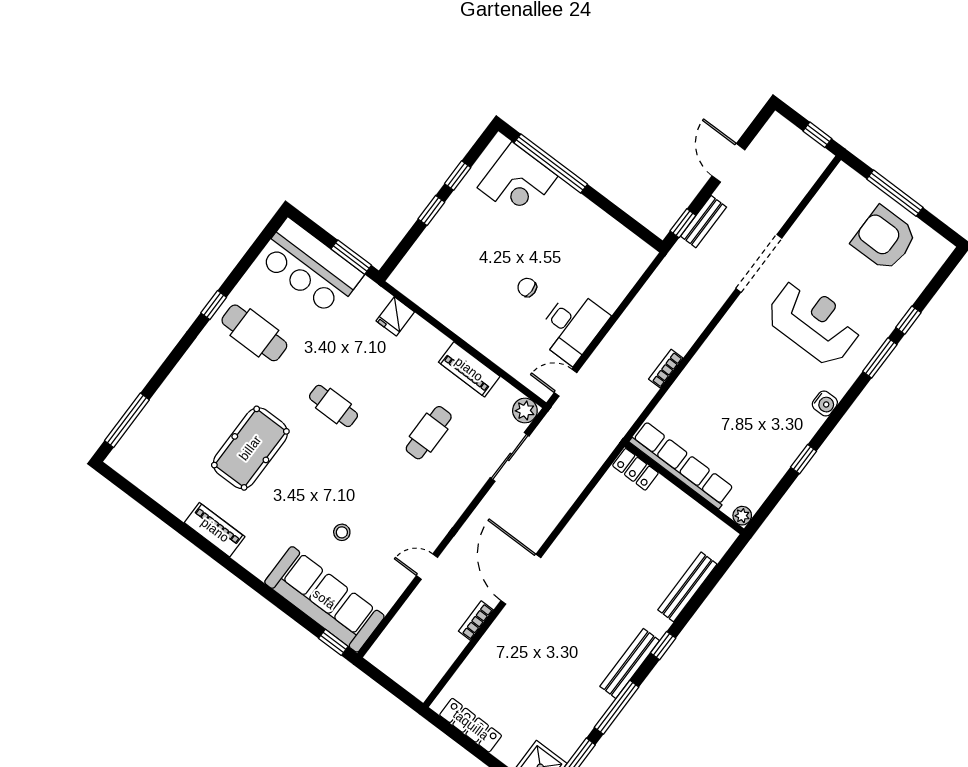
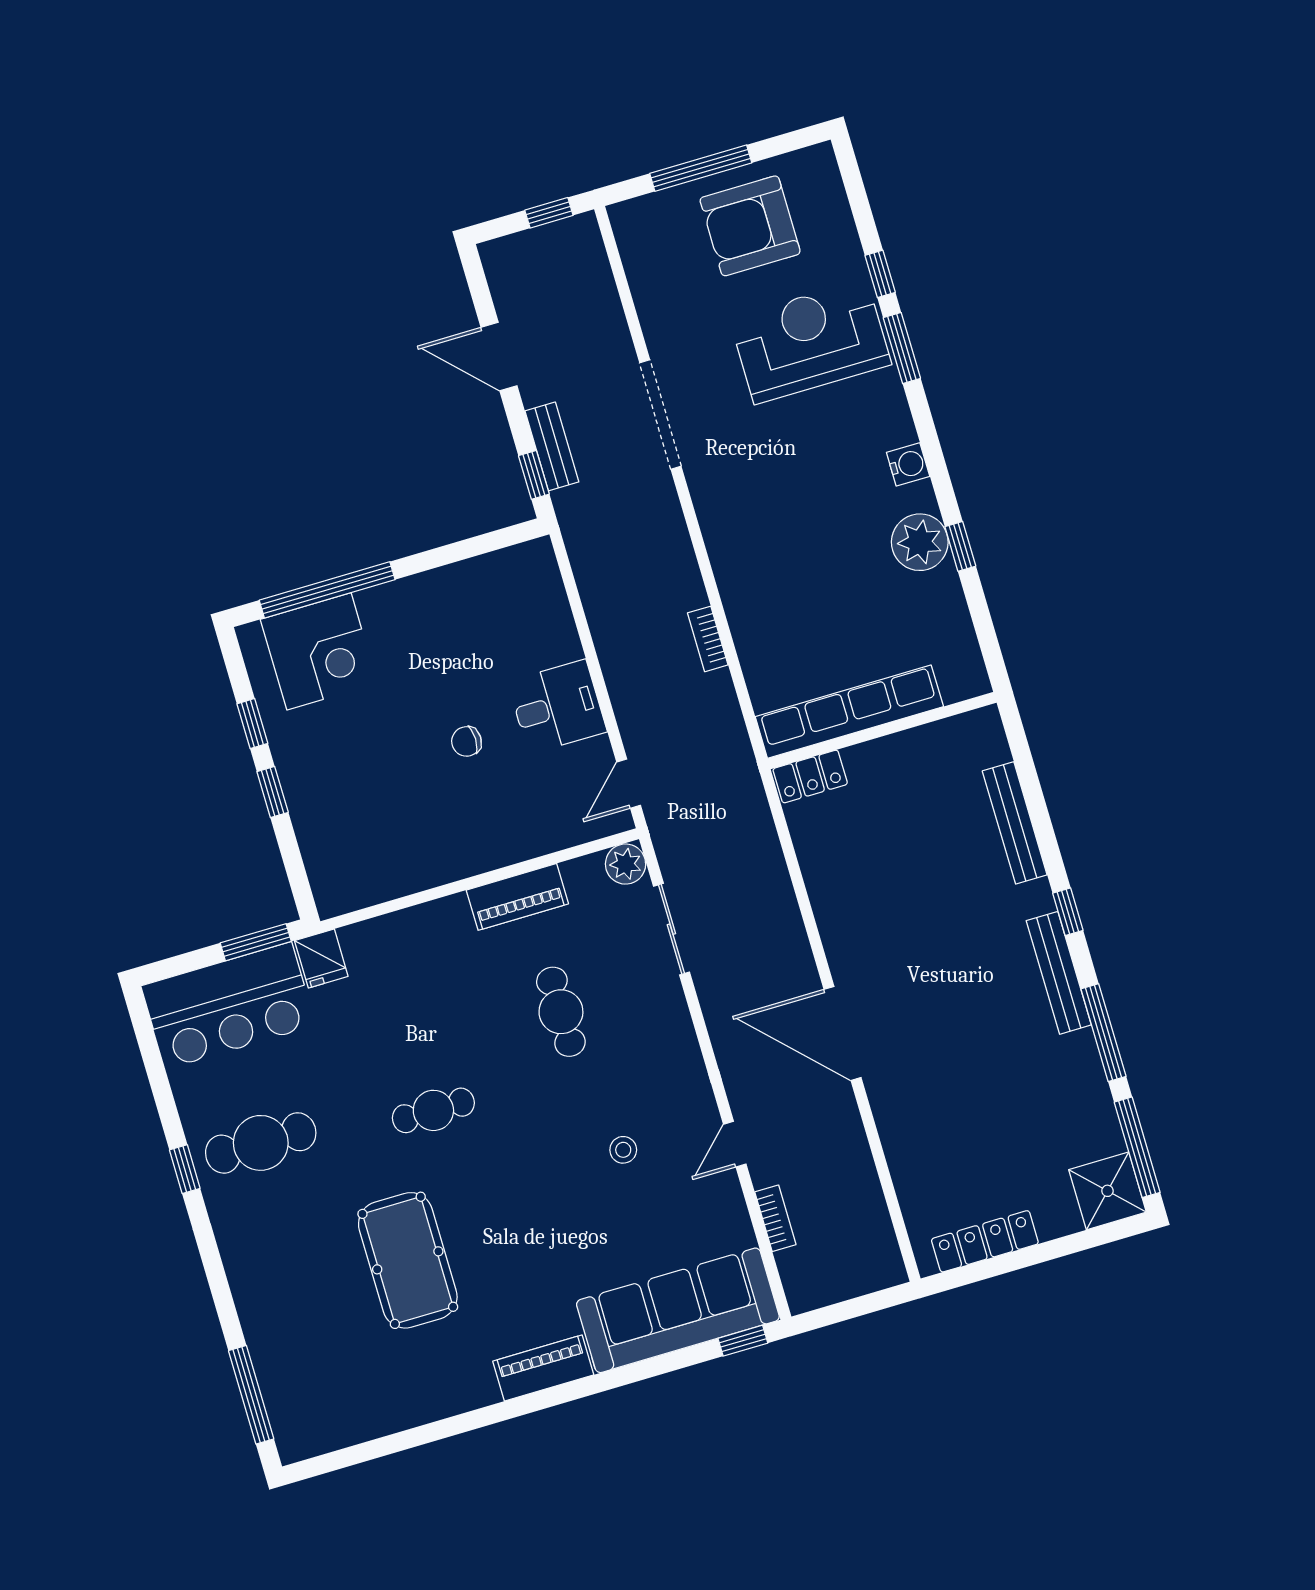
fridge: (395, 316) -> (321, 958), moved
reception desk: (814, 322) -> (810, 341), moved
desk: (572, 326) -> (557, 707), width x0.73
plant: (742, 516) -> (920, 542), moved, width x1.87, depth x1.87
piano: (215, 530) -> (543, 1368), moved
stool: (342, 532) -> (623, 1150), moved
bookcase: (476, 621) -> (775, 1218), moved, turned 180

